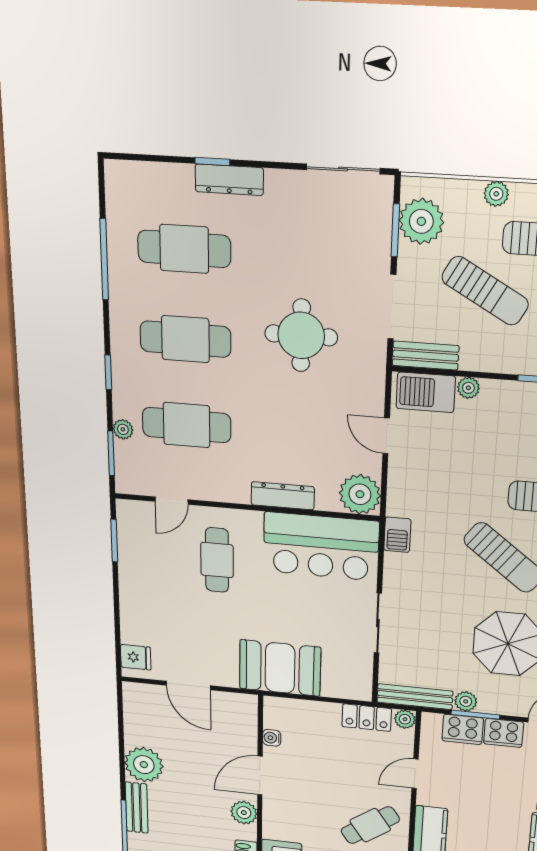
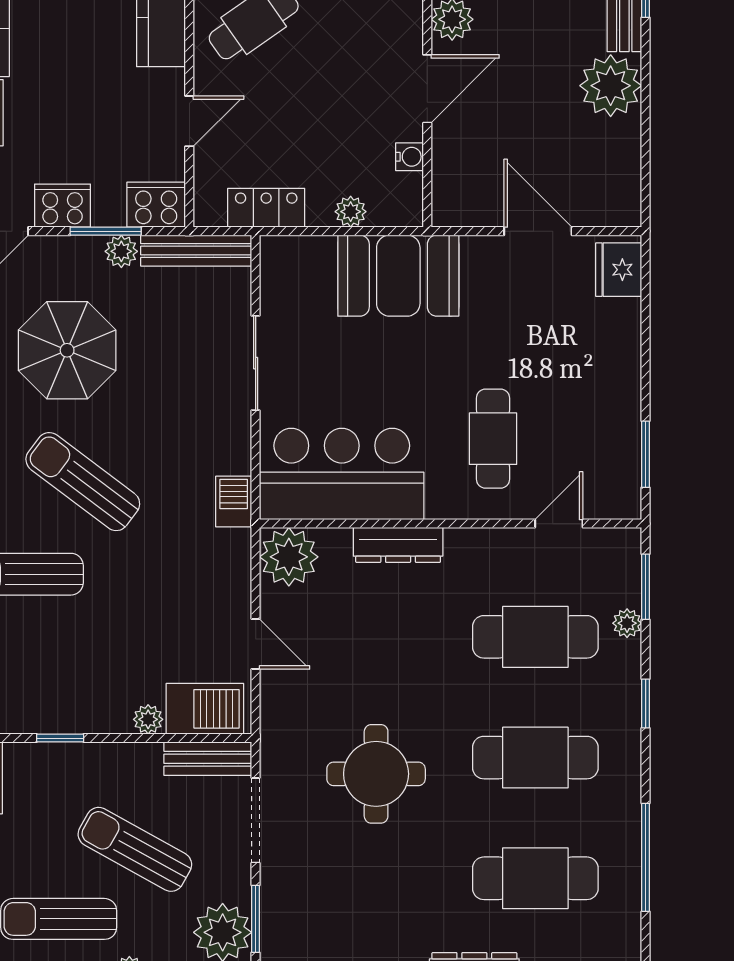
fridge: (136, 657) -> (619, 270), width x1.38
plant: (405, 719) -> (351, 212), moved
cooker: (463, 729) -> (156, 205), moved

